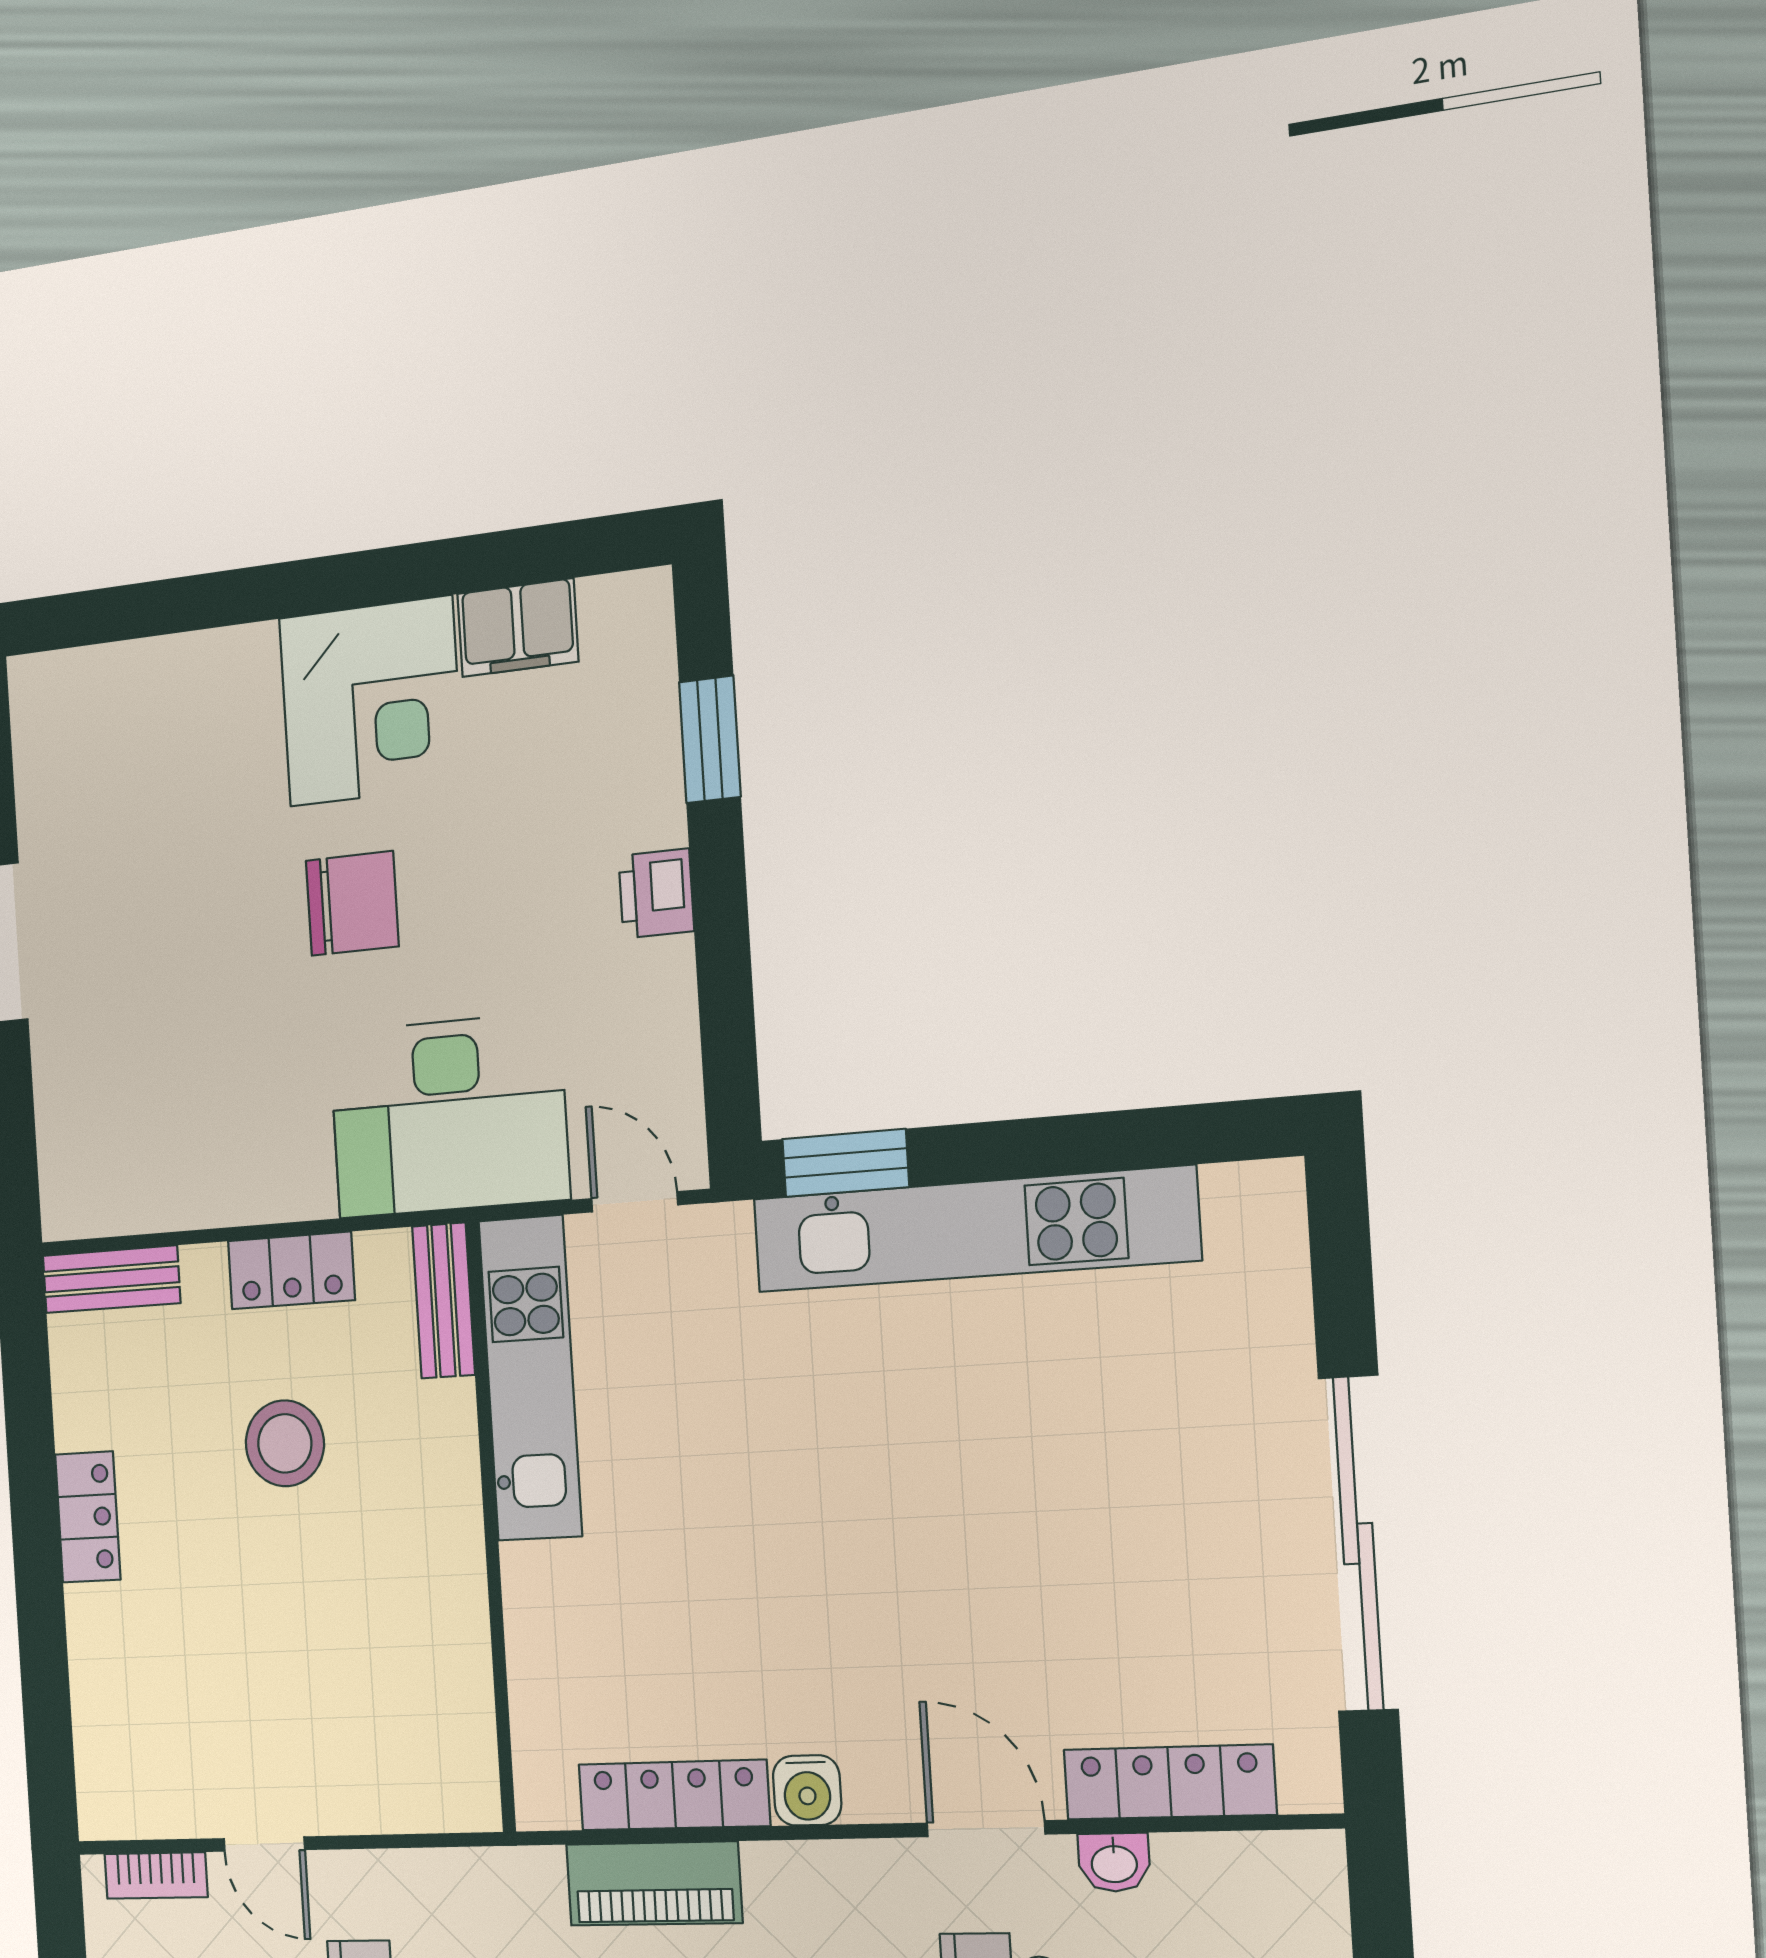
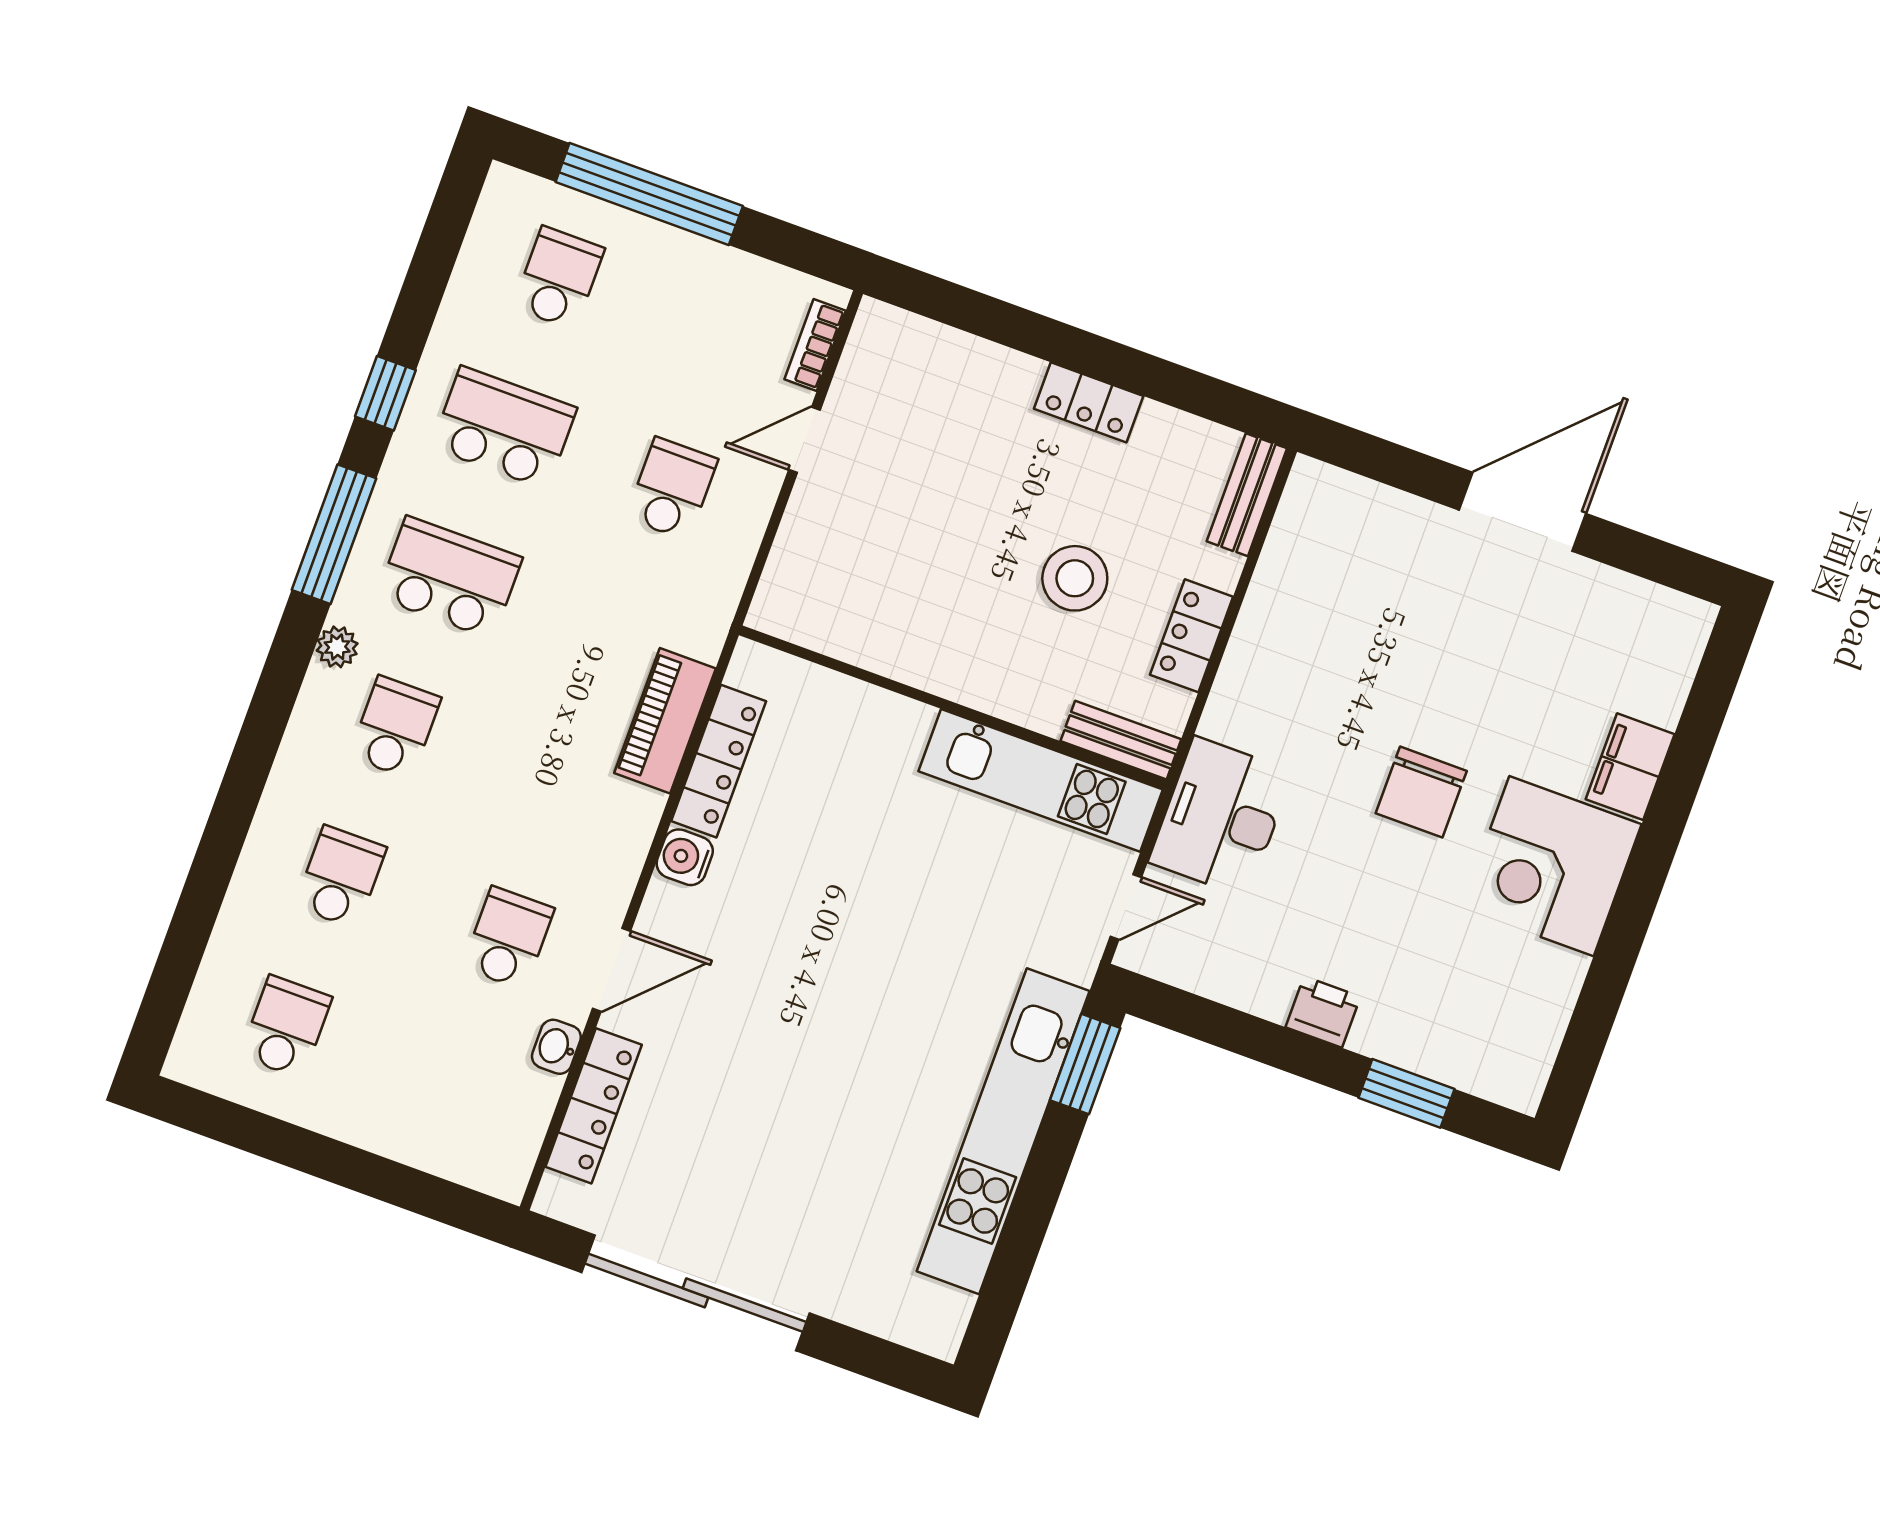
filing cabinet: (518, 628) -> (1630, 767), moved
desk: (449, 1115) -> (1221, 817), width x0.73, depth x0.77

